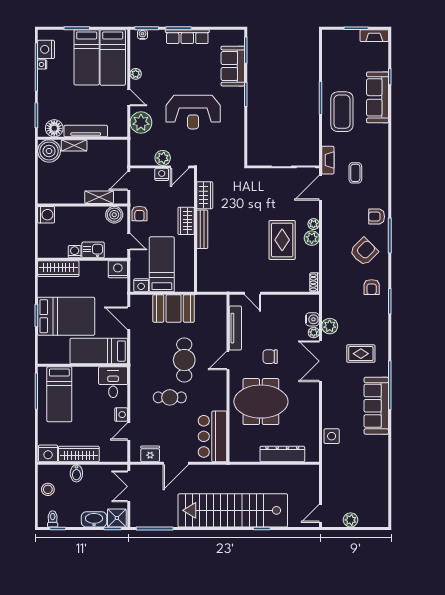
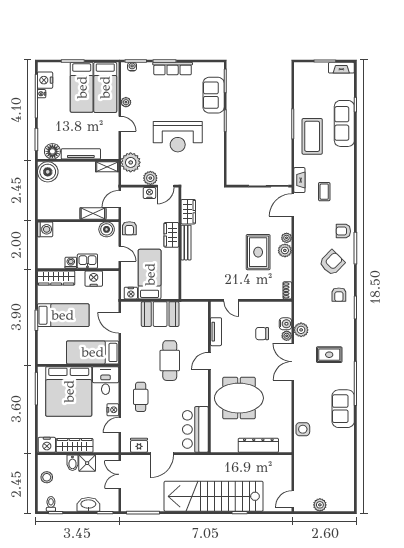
plant: (141, 123) -> (131, 162), moved
shelving: (74, 145) -> (107, 167), moved
nightstand: (118, 269) -> (94, 279), moved
bed: (66, 316) -> (63, 315), width x0.67
tv unit: (235, 328) -> (216, 332), width x0.71
chair: (270, 357) -> (262, 334), moved
bed: (59, 394) -> (69, 391), width x2.04
cafe table: (170, 397) -> (141, 397), moved, turned 90
sofa: (376, 406) -> (343, 409), width x0.73
shower: (117, 518) -> (87, 463), moved

